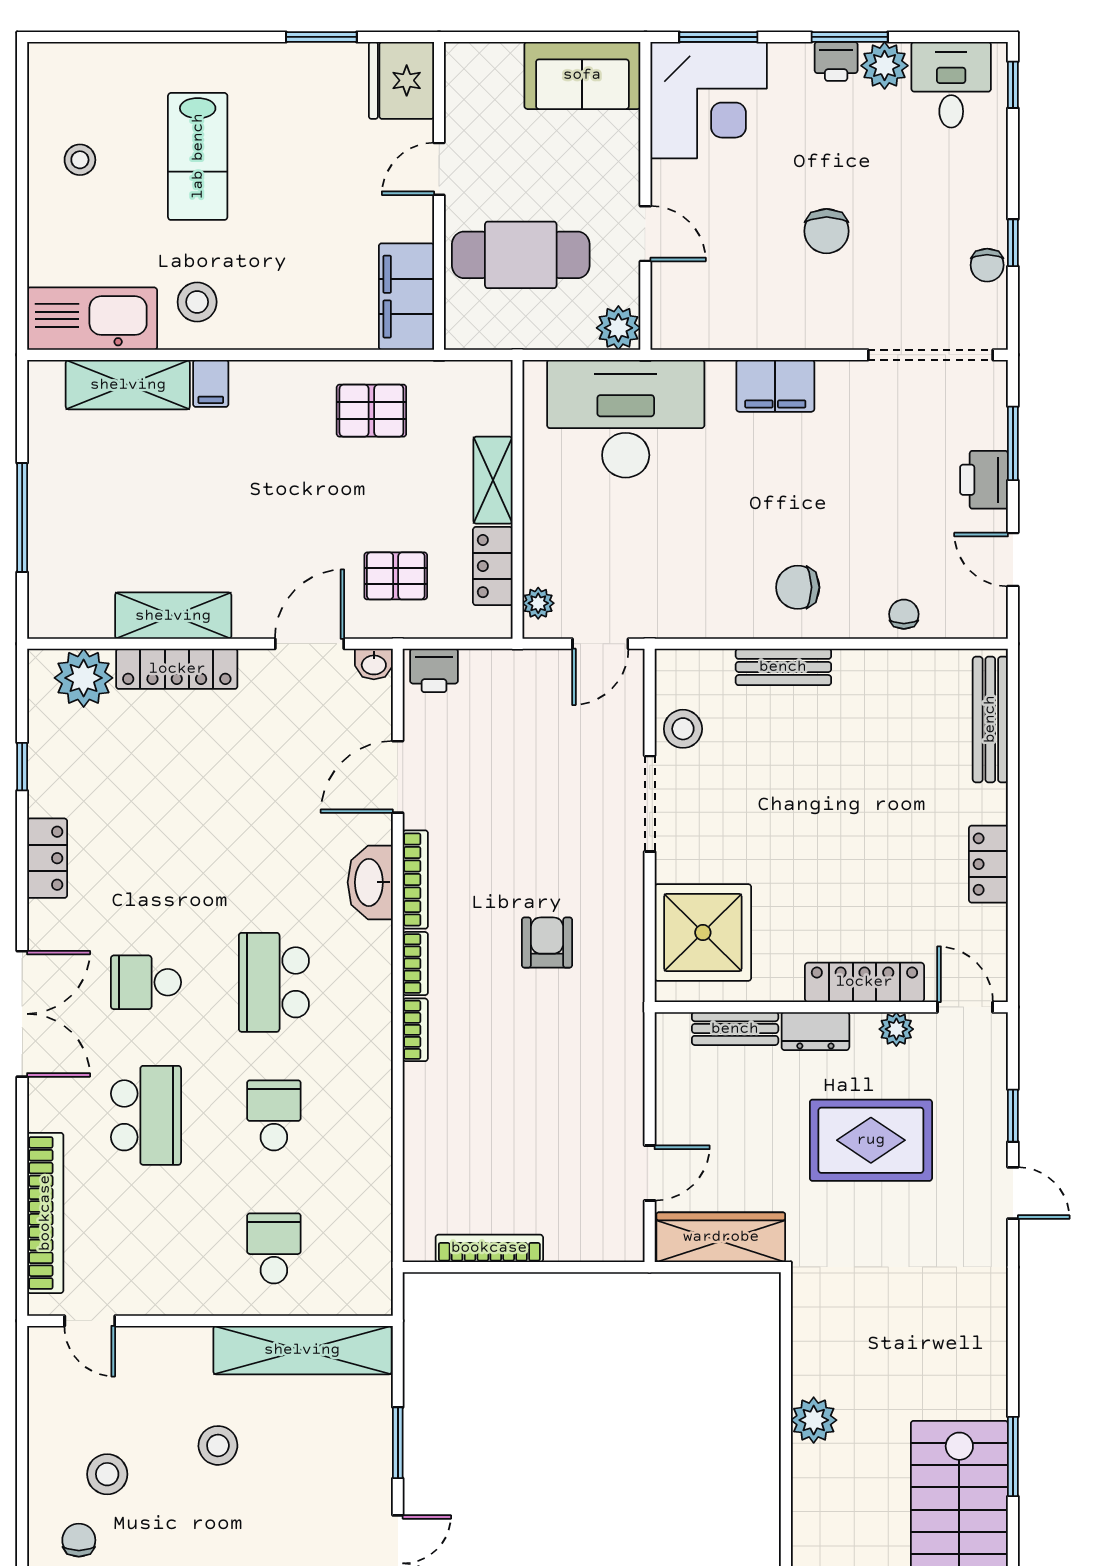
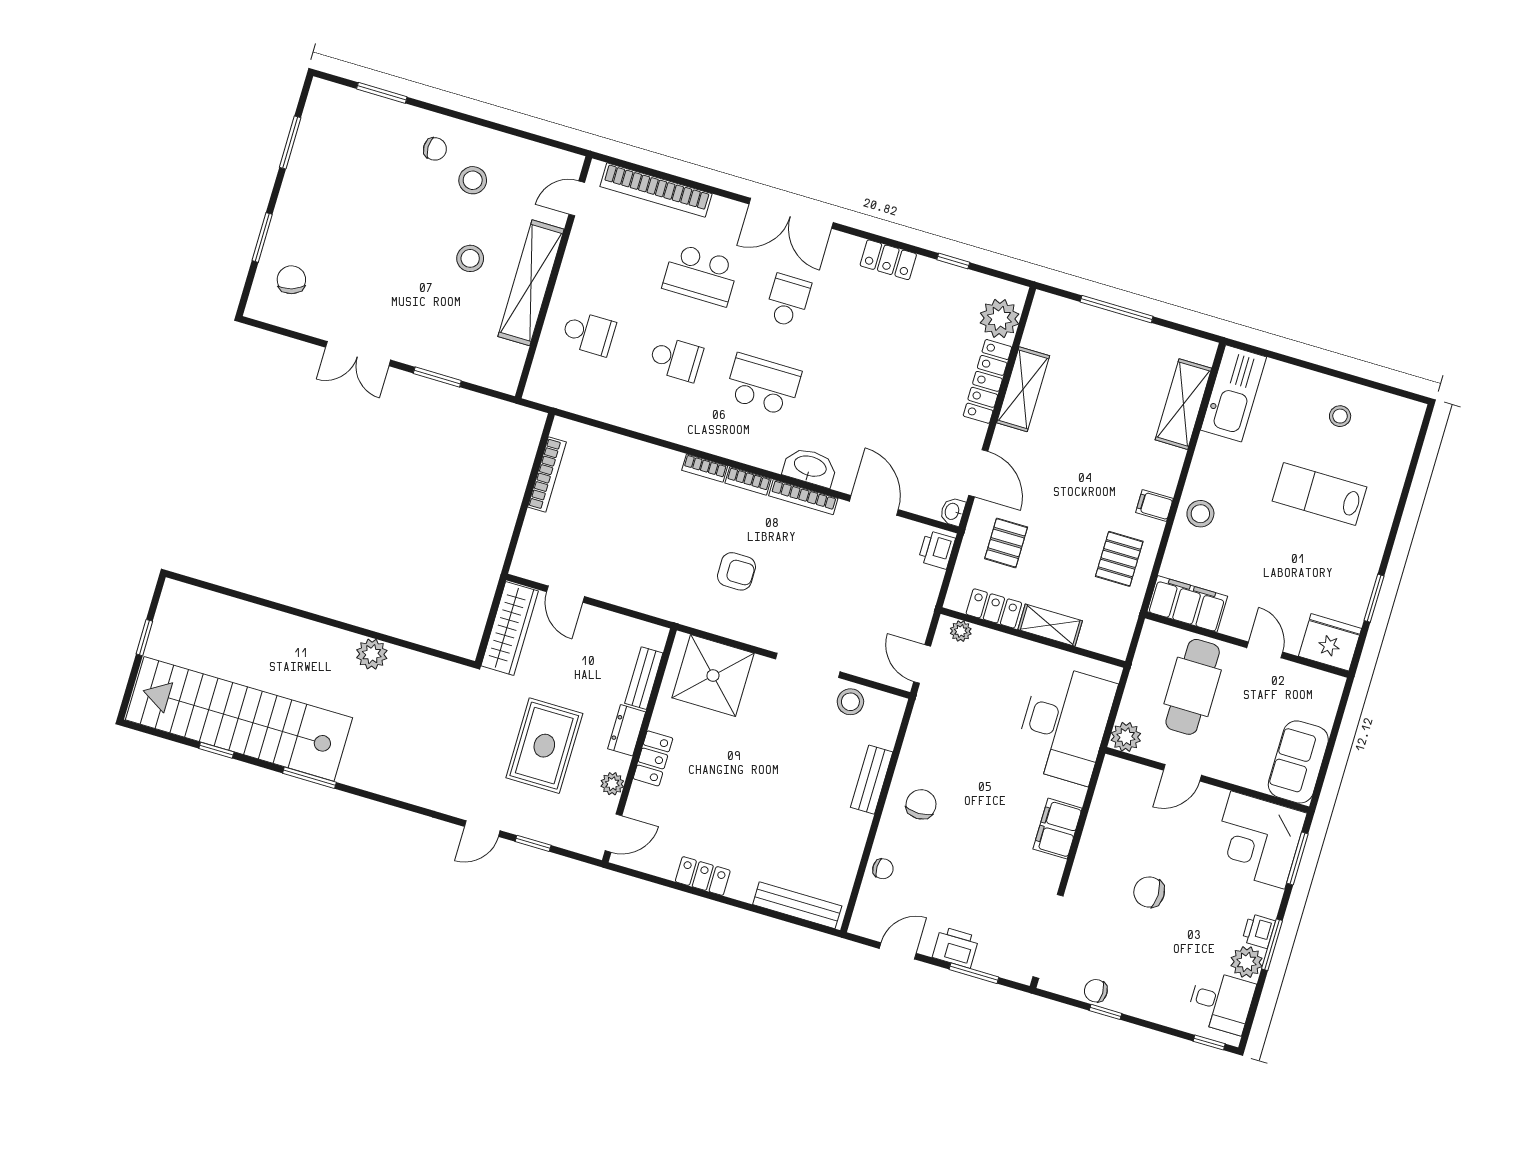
stool: (197, 302) -> (1200, 514), moved
filing cabinet: (211, 383) -> (1154, 505), moved
locker: (864, 982) -> (653, 758), width x0.66
shelving: (302, 1350) -> (531, 283), moved

